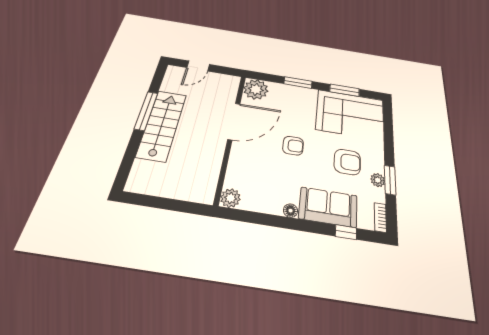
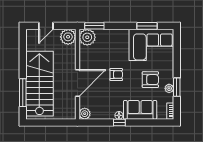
window: (298, 83) -> (94, 26), moved
plant: (227, 84) -> (68, 37), added
window: (146, 111) -> (23, 93), moved
door: (234, 121) -> (77, 83), moved
stairs: (162, 125) -> (39, 84), width x1.36, depth x1.51
window: (346, 232) -> (119, 122), moved

